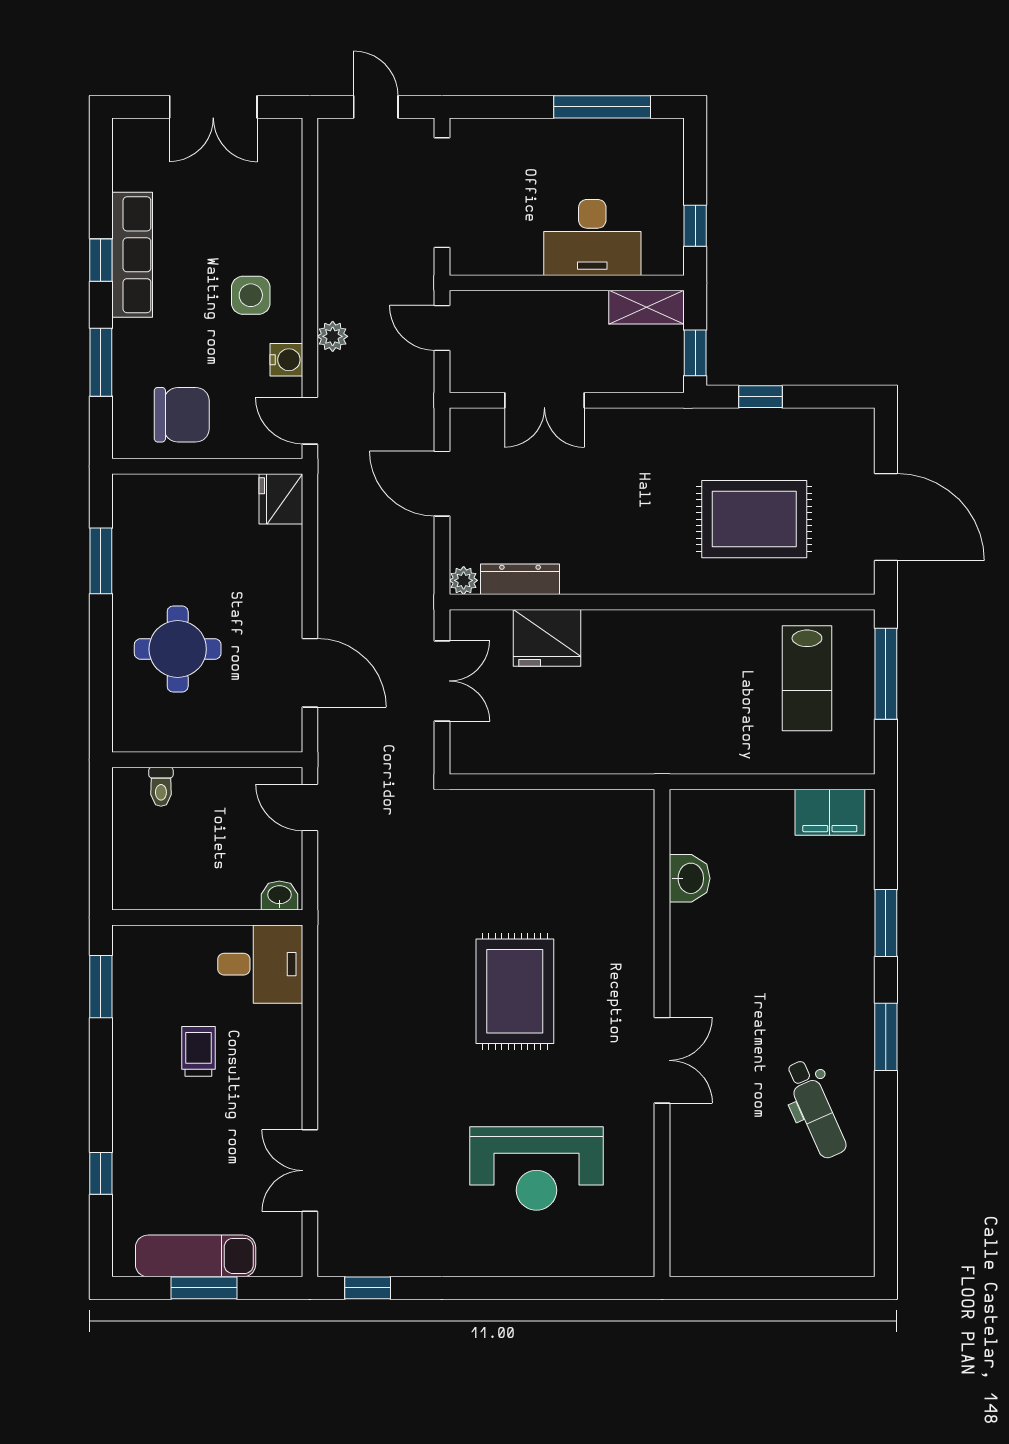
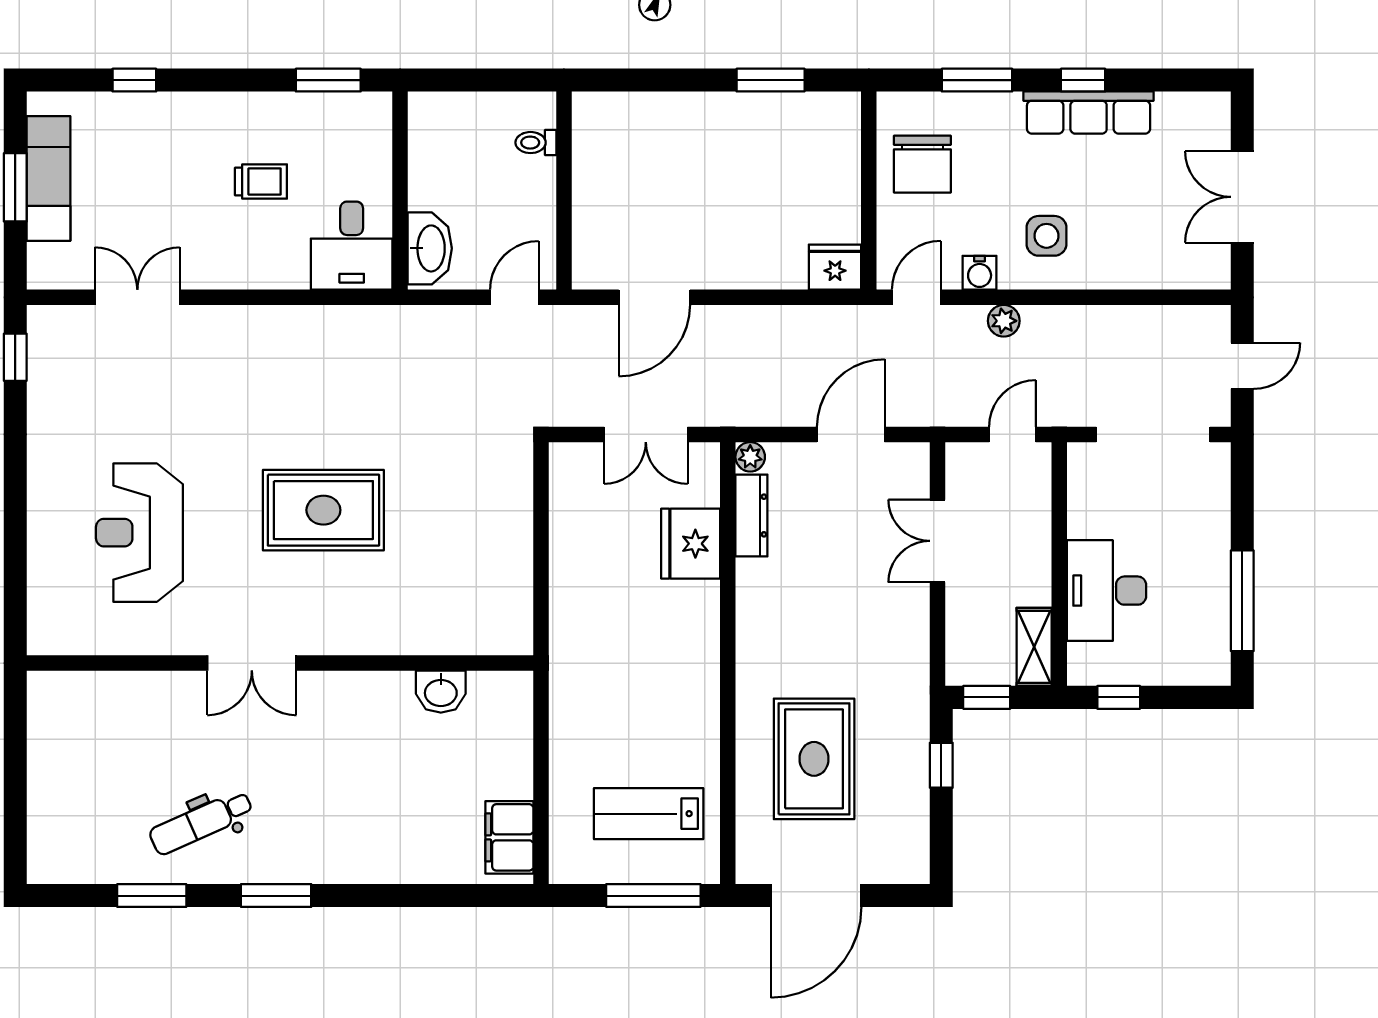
round table: (178, 649) -> (679, 160), removed
washbasin: (279, 896) -> (430, 248), width x1.91, depth x1.45
window: (886, 923) -> (152, 896), moved

